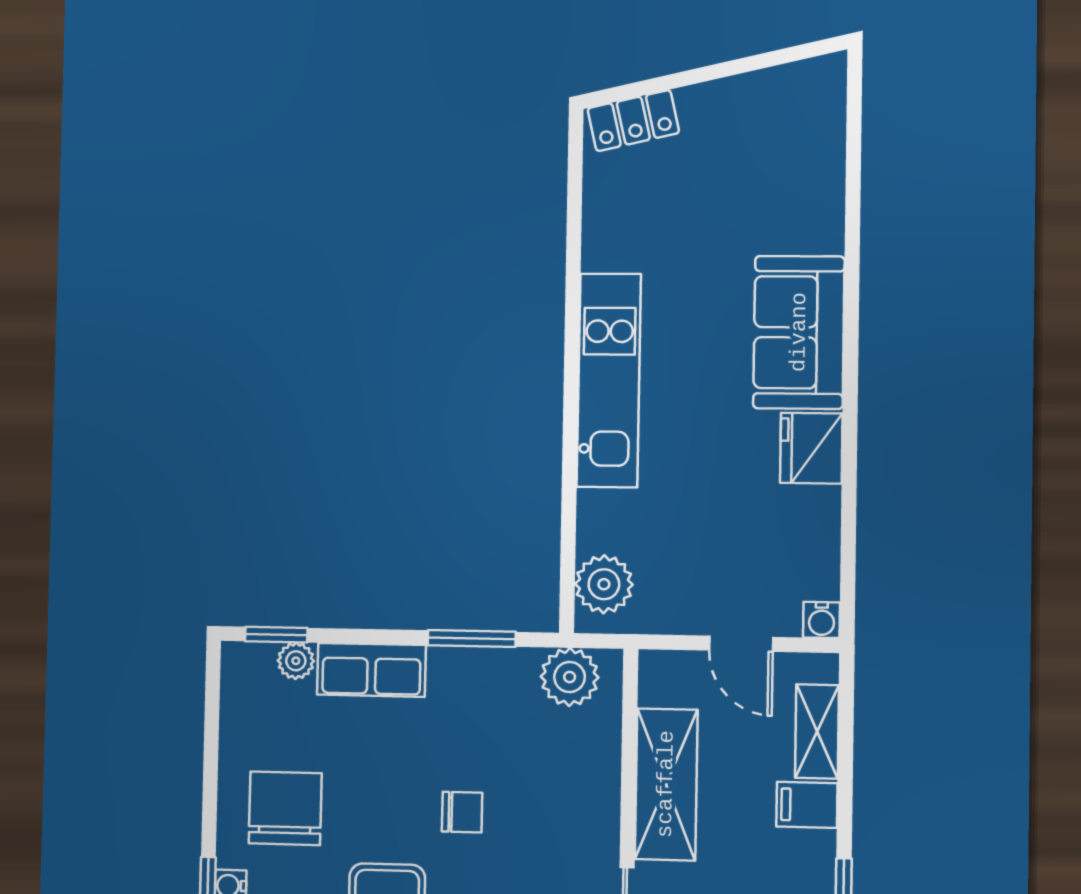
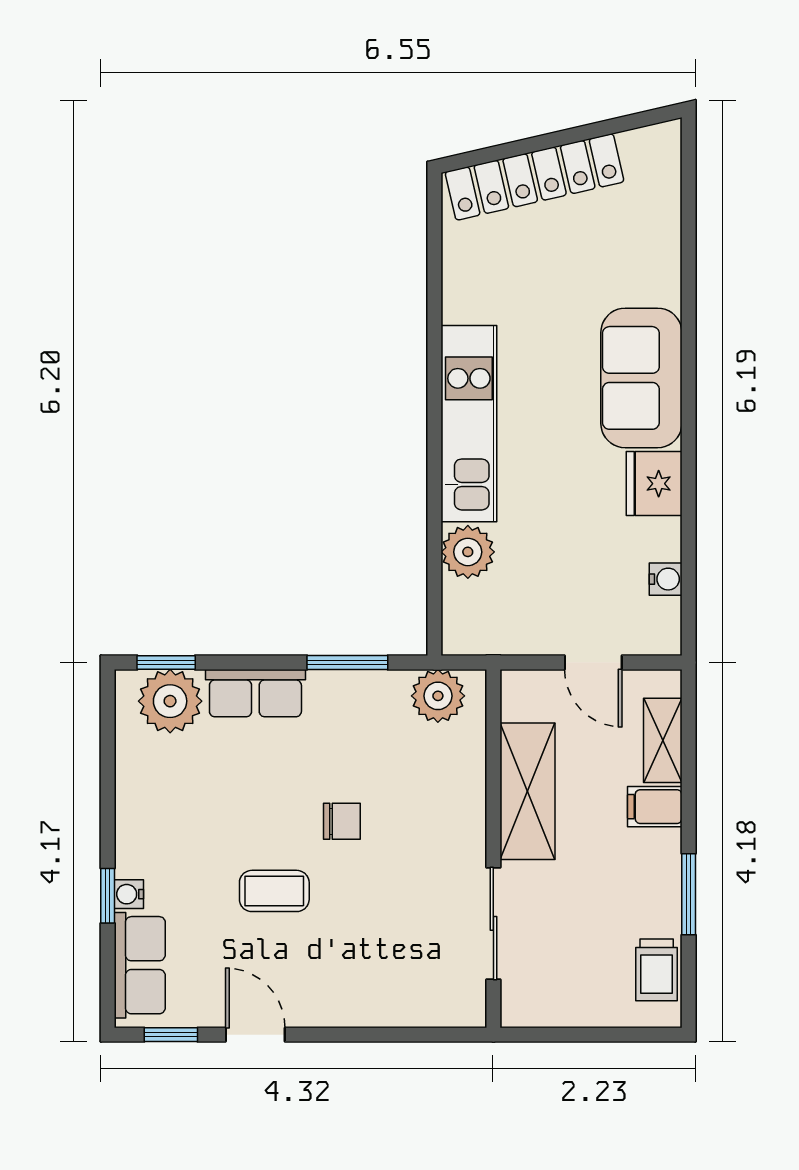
locker: (633, 121) -> (535, 177), width x2.16, depth x1.21
plant: (604, 584) -> (468, 552), moved
water cooler: (822, 620) -> (666, 579), moved, turned -90
plant: (296, 661) -> (170, 701), width x1.87, depth x1.87
chair: (285, 808) -> (178, 822), removed

